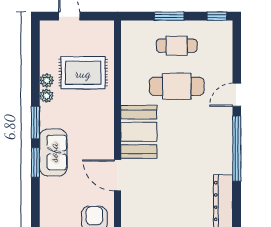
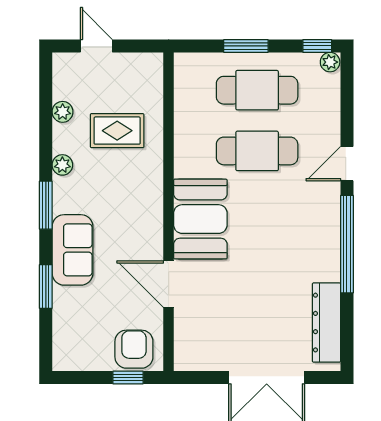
plant: (225, 27) -> (330, 62), added
cafe table: (177, 46) -> (257, 90), width x1.37, depth x1.35
rug: (83, 73) -> (117, 131), width x0.73, depth x0.70
plant: (47, 80) -> (63, 112), moved
window: (35, 162) -> (46, 286), moved

